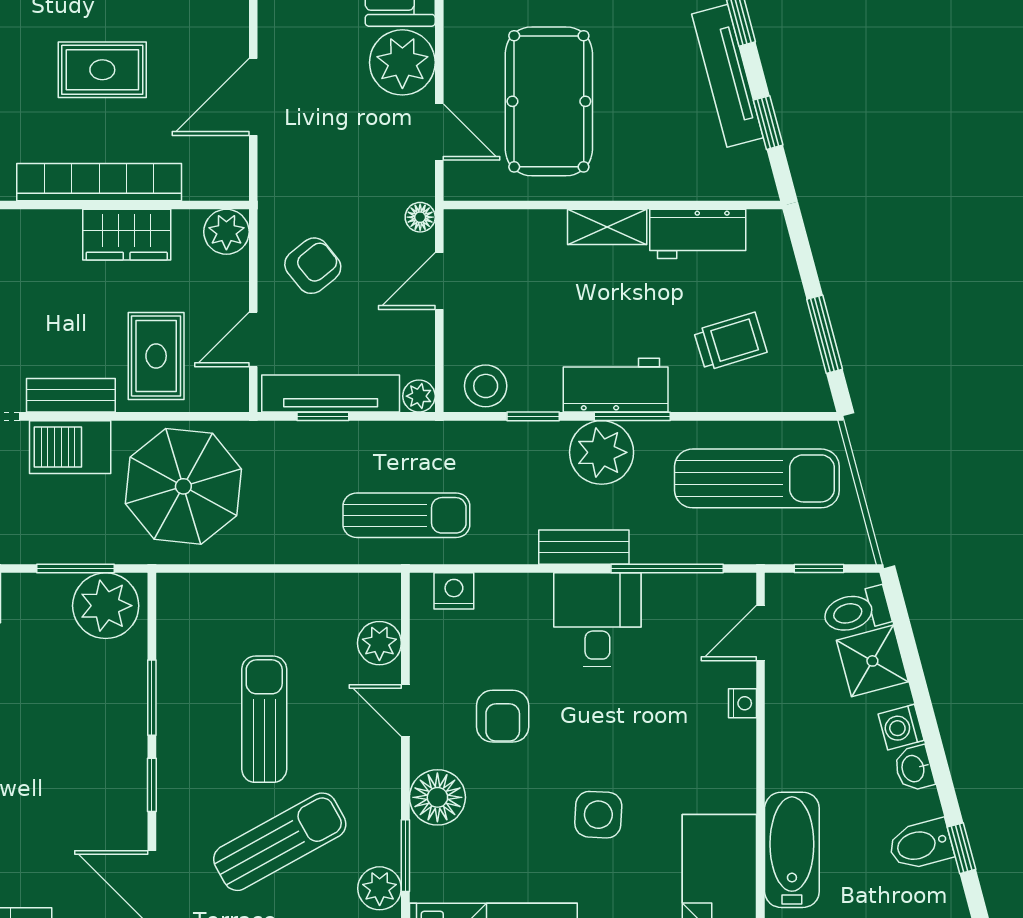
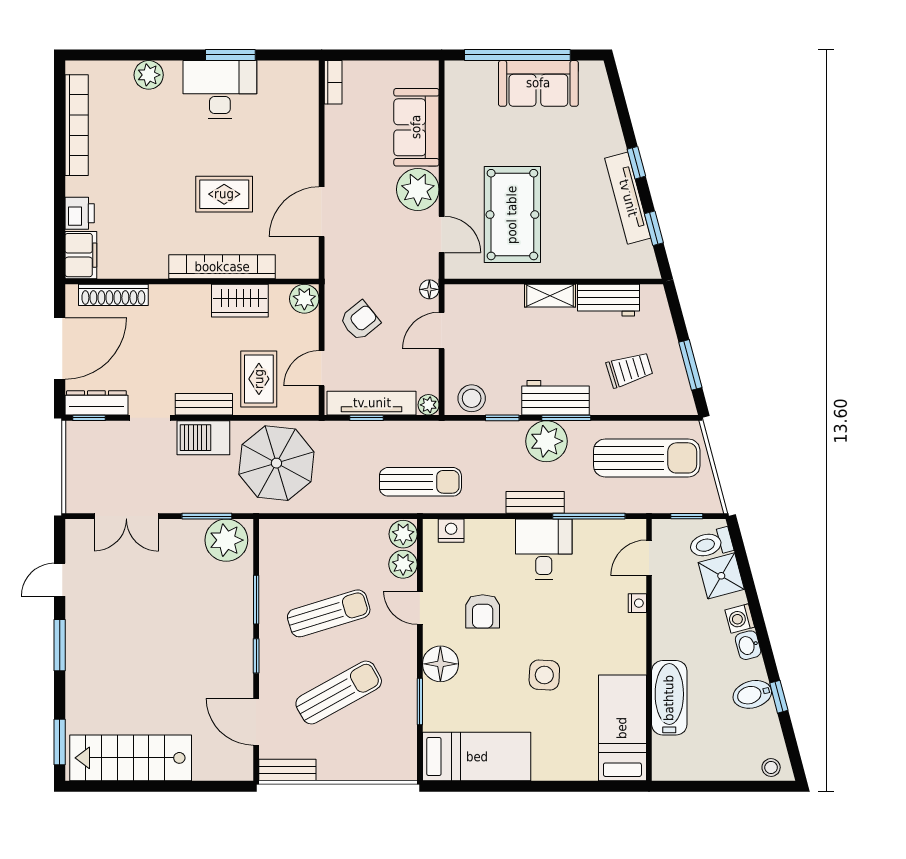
sun lounger: (264, 719) -> (329, 613), turned 73
plant: (380, 888) -> (403, 534), moved

